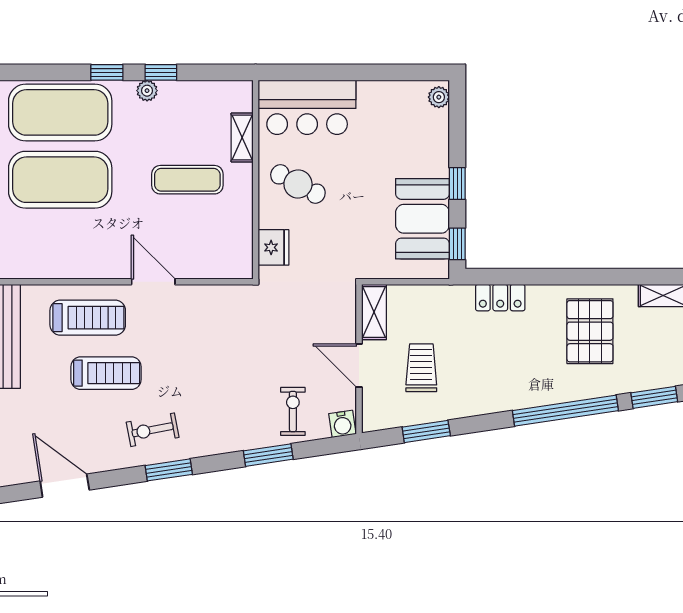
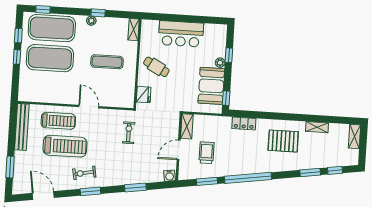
window: (107, 72) -> (43, 9), moved
plant: (439, 97) -> (220, 63), moved
bar counter: (307, 107) -> (181, 34), moved
shelving: (242, 138) -> (134, 30), moved
window: (457, 183) -> (229, 55), moved
pallet: (590, 331) -> (283, 141), turned 90
door: (359, 365) -> (179, 150), hinge flipped
treadmill: (106, 373) -> (65, 146), width x1.37, depth x1.38
exercise bike: (293, 411) -> (129, 133), moved
window: (565, 411) -> (248, 178), moved

